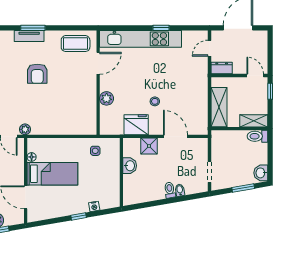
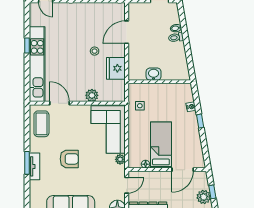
corner sofa: (69, 116) -> (108, 129), added
plant: (25, 129) -> (120, 159), moved
shower: (149, 146) -> (135, 56), removed

